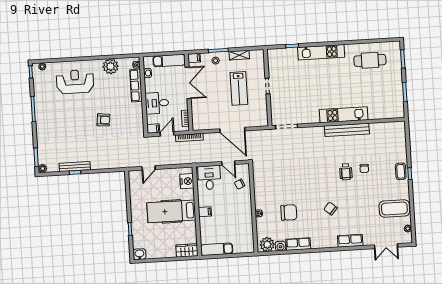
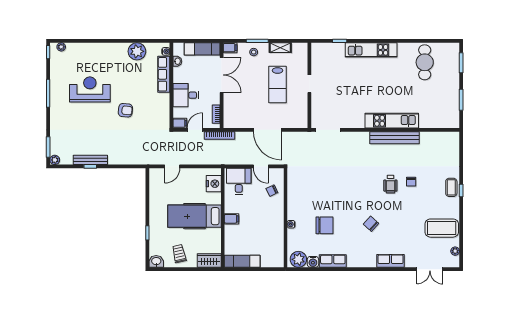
cafe table: (370, 60) -> (425, 62), turned 90
reception desk: (75, 82) -> (90, 89), moved
trolley: (160, 246) -> (179, 254), added

